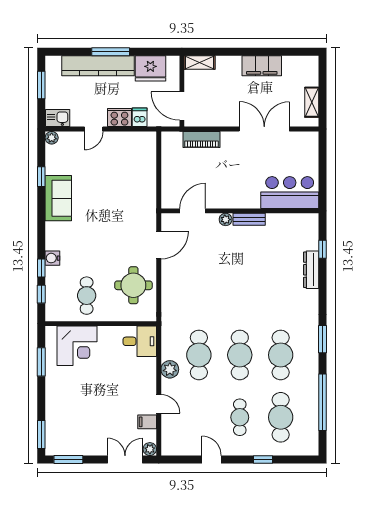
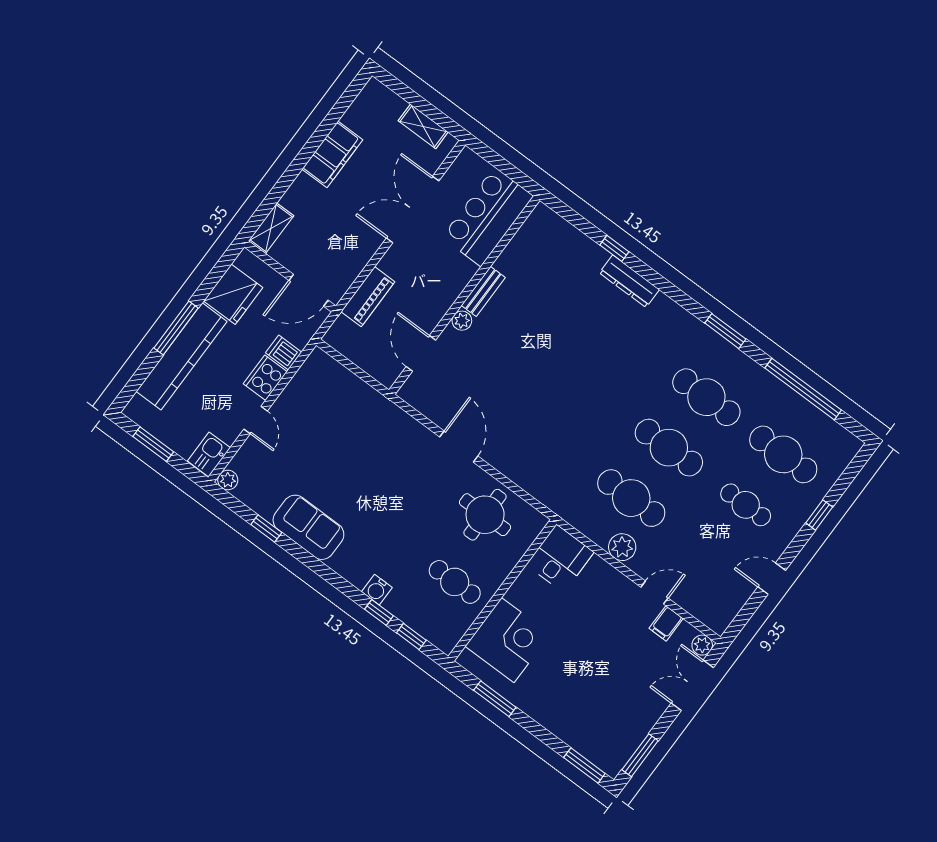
bar counter: (290, 193) -> (488, 217), moved
door: (193, 211) -> (421, 353), moved
wall: (240, 211) -> (464, 295), moved
plant: (226, 219) -> (462, 321), moved
bench: (249, 219) -> (483, 291), moved

